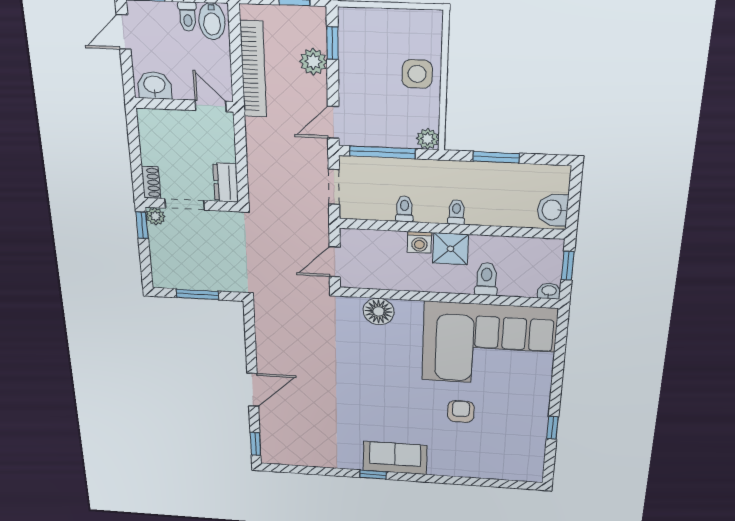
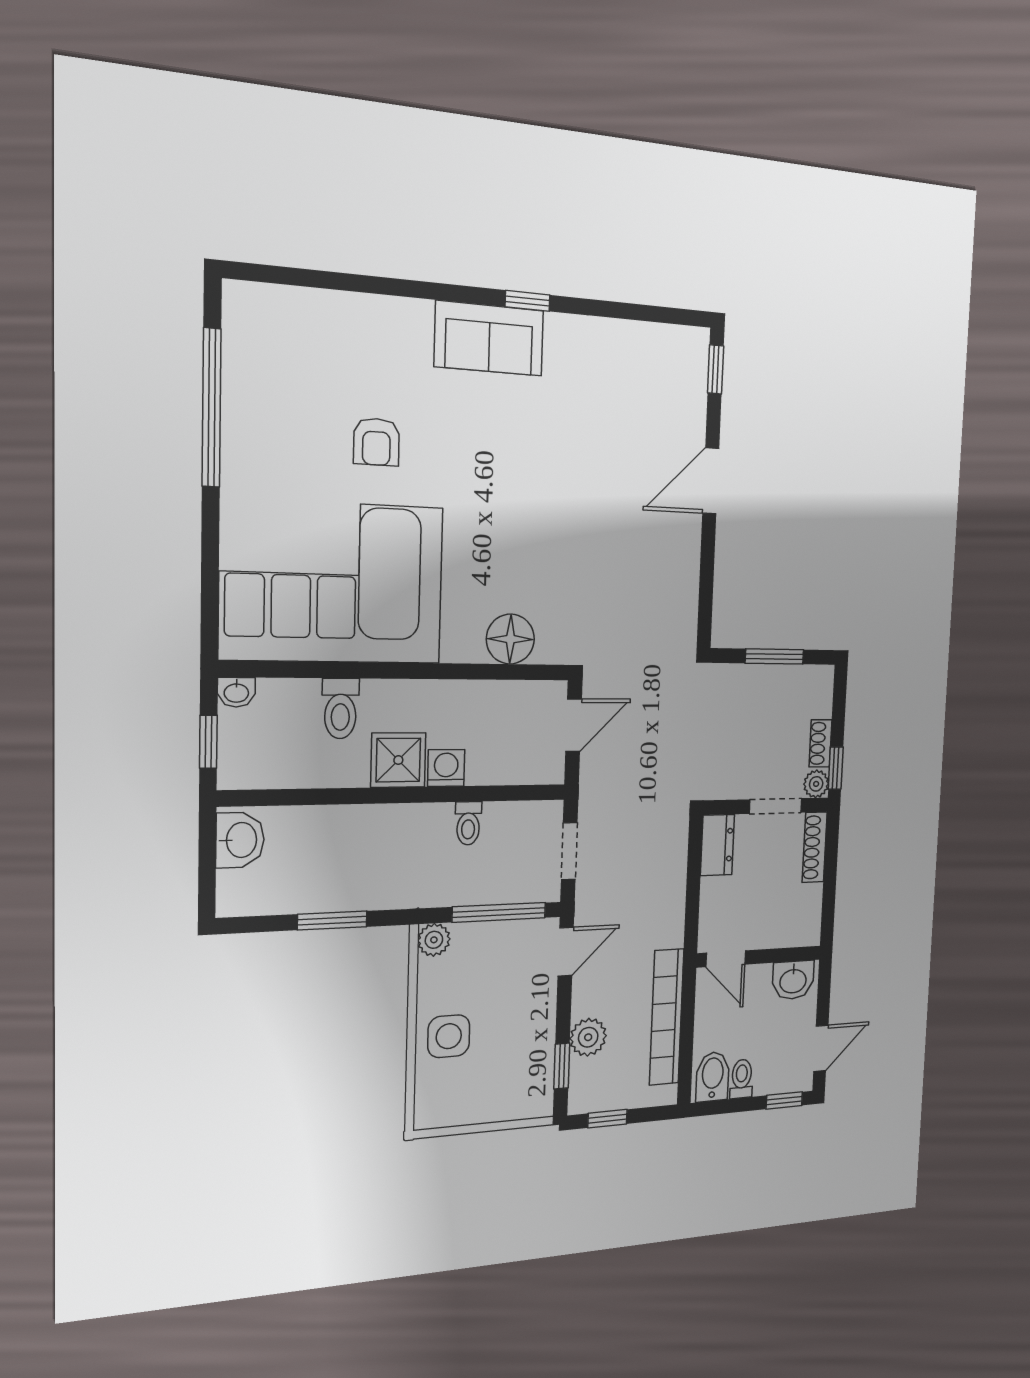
shoe rack: (151, 182) -> (815, 847), width x1.43
toilet: (456, 212) -> (390, 824), removed
shoe rack: (156, 241) -> (820, 743), added
window: (553, 428) -> (212, 408), width x3.17

